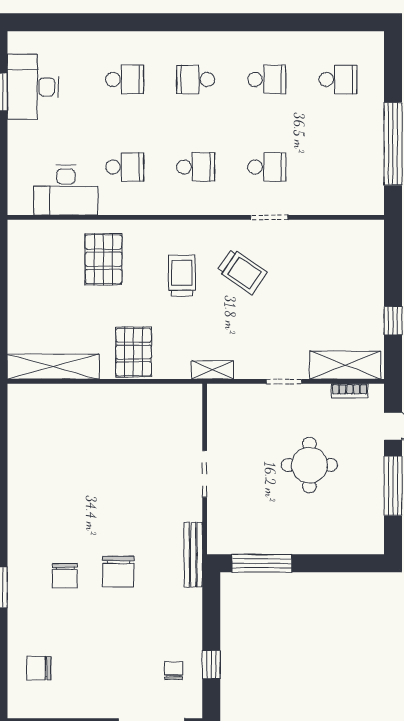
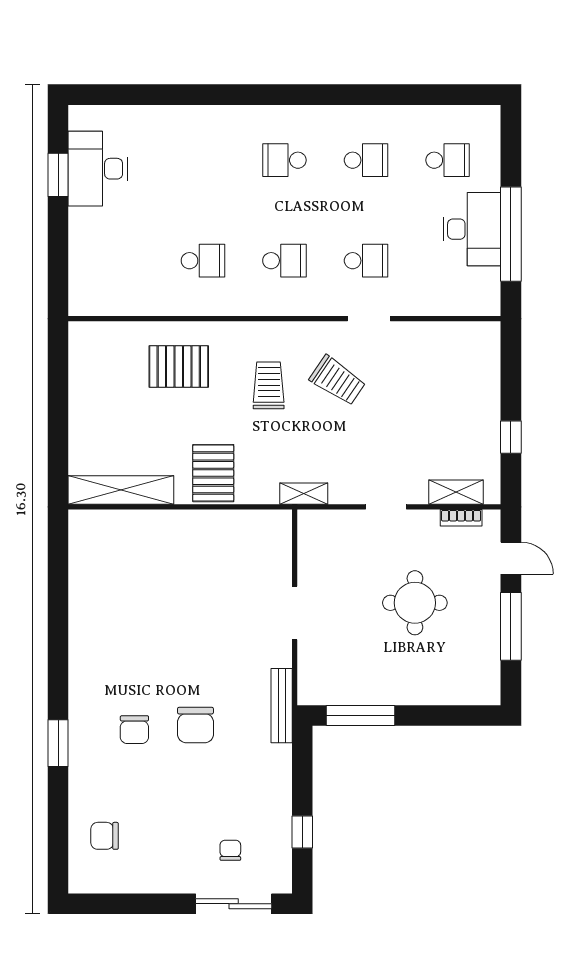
school desk: (125, 79) -> (203, 160), removed
desk: (66, 190) -> (472, 229), moved, turned -90
pallet: (104, 259) -> (179, 367), turned 90
shelving: (345, 365) -> (456, 492), width x0.67, depth x0.75
chair: (174, 671) -> (230, 850), moved

